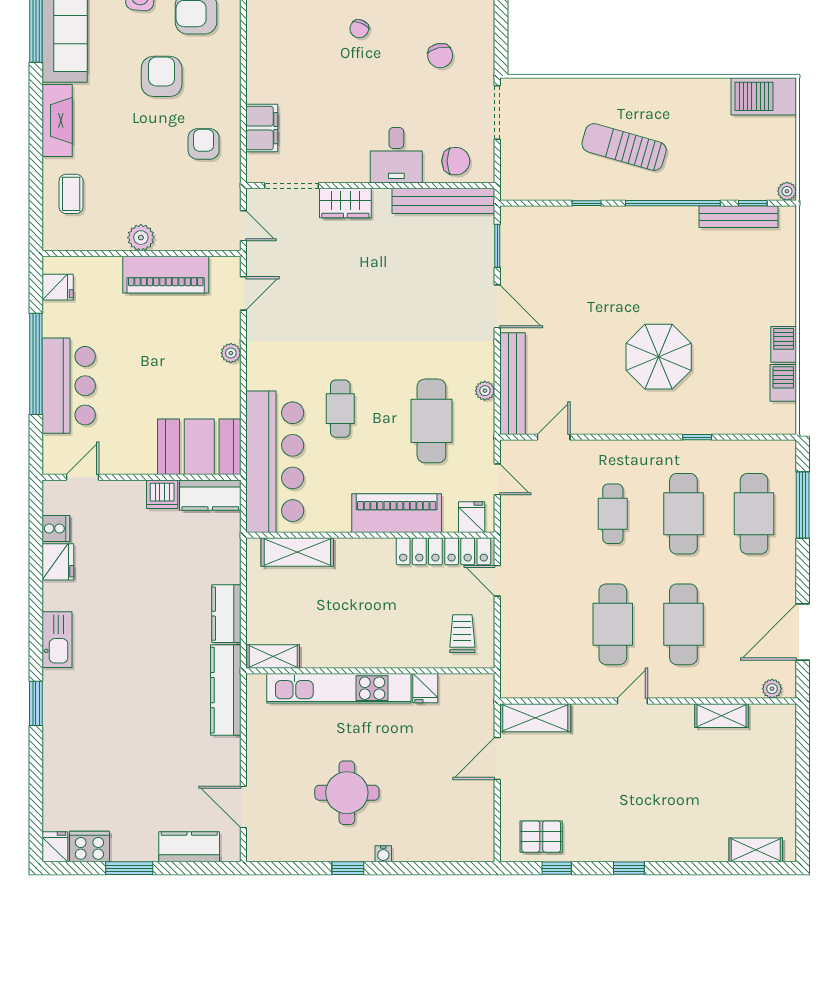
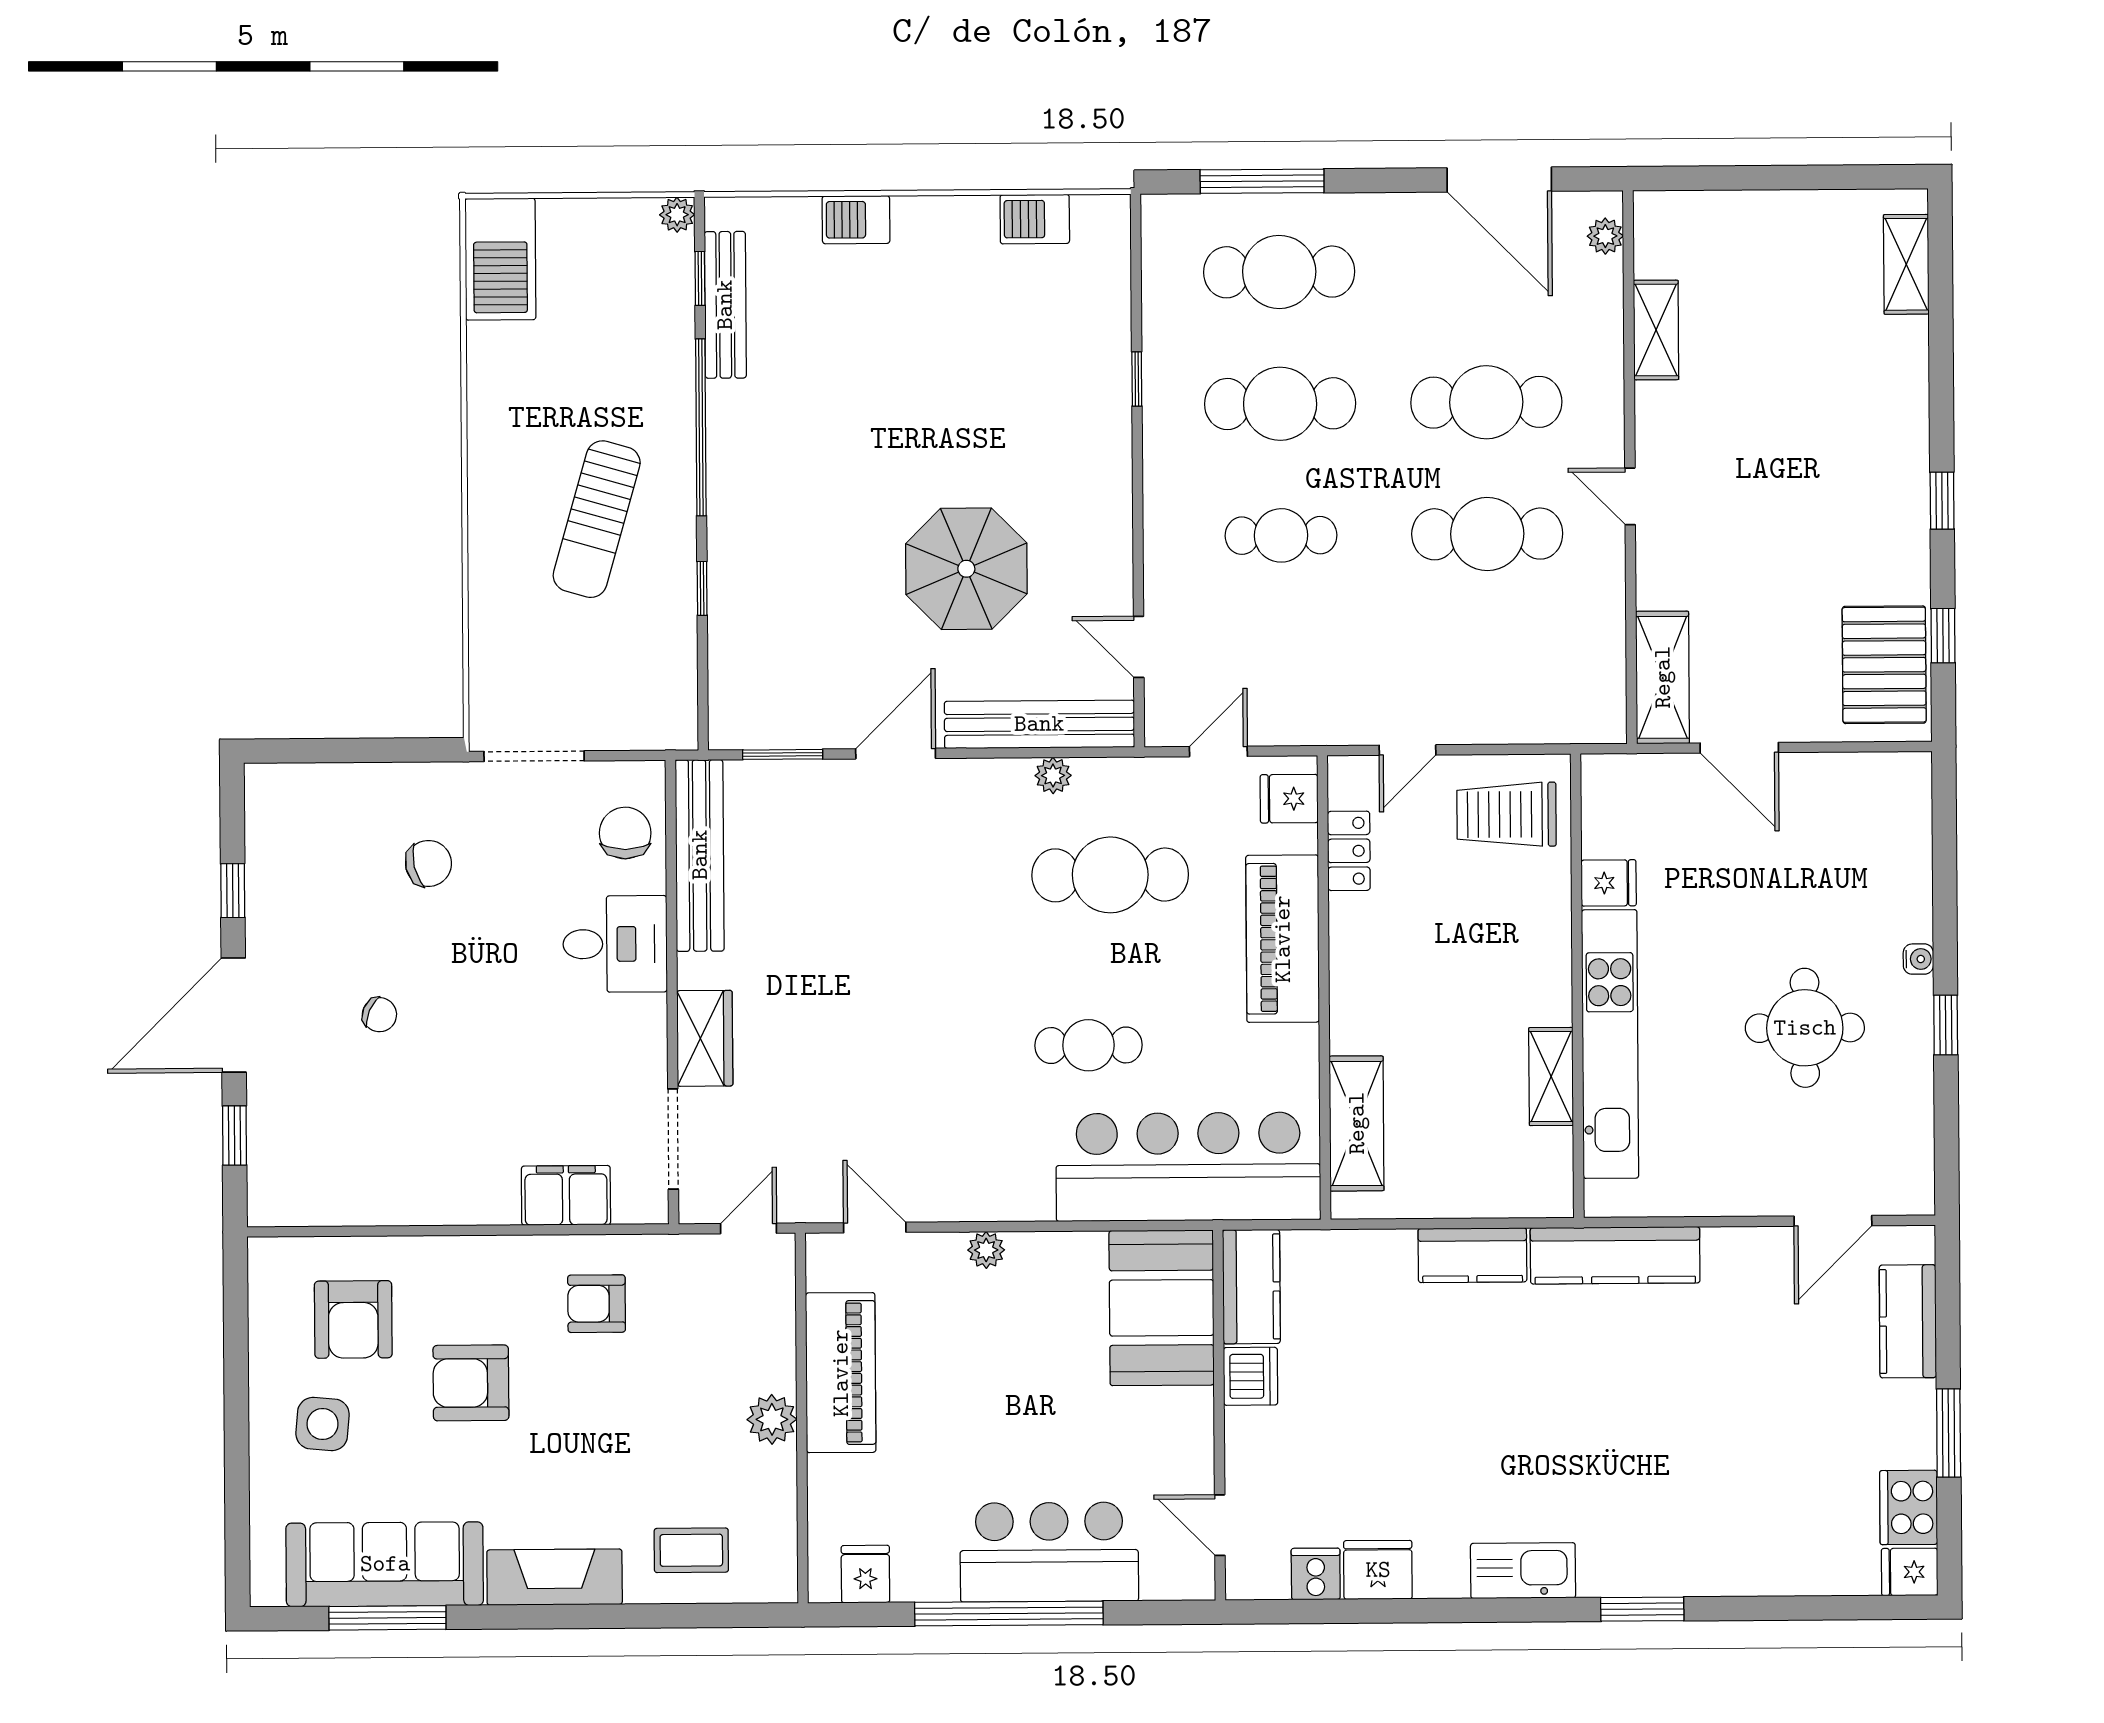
barbecue: (784, 344) -> (856, 220), moved
parasol: (659, 357) -> (966, 569), moved
locker: (443, 551) -> (1349, 851), width x0.46, depth x0.83
trolley: (462, 634) -> (1506, 814), width x1.36, depth x1.39
shelving: (273, 656) -> (1551, 1076), moved
pallet: (541, 837) -> (1884, 665), width x1.50, depth x1.42

